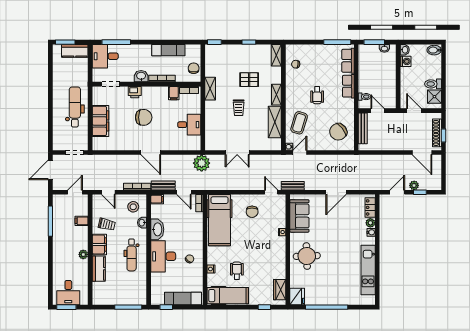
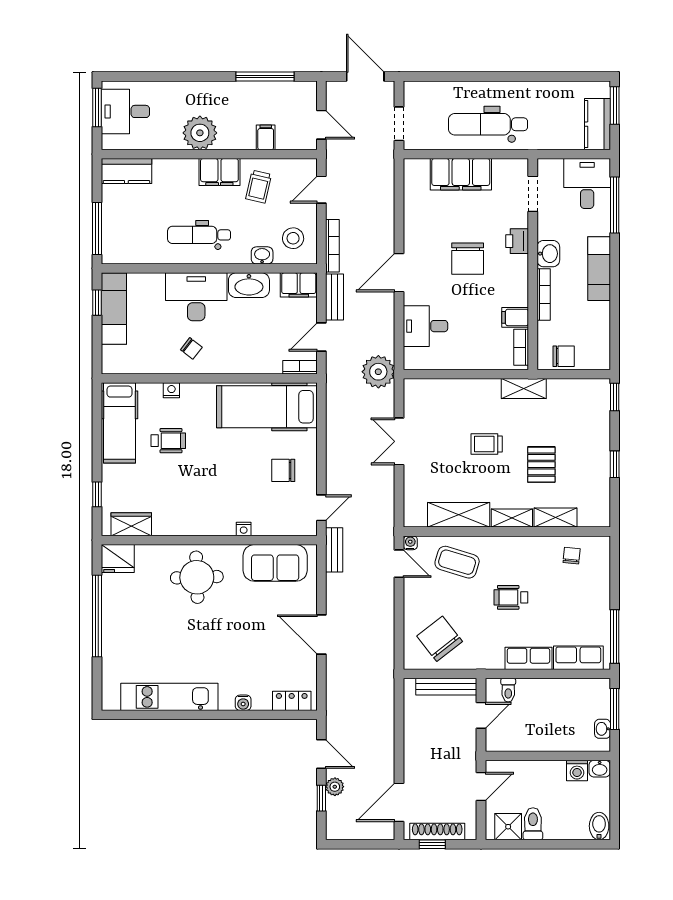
exam couch: (168, 50) -> (599, 269), moved
shelving: (276, 55) -> (556, 518), moved
dental chair: (75, 107) -> (488, 124), turned 180
desk: (189, 125) -> (425, 326), moved, turned 90
filing cabinet: (157, 199) -> (299, 285), width x2.00
plant: (370, 223) -> (262, 701), removed
plant: (83, 254) -> (200, 133), width x1.87, depth x1.87
kitchen counter: (99, 269) -> (126, 171), moved
exam couch: (183, 298) -> (114, 309), moved

